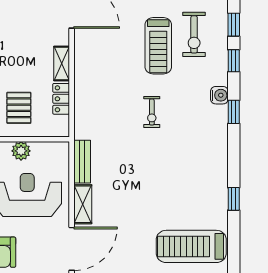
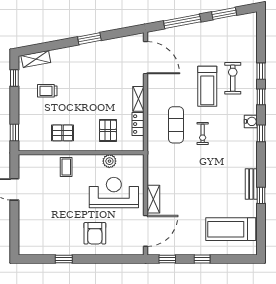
exercise bike: (194, 34) -> (233, 78), turned 180
exercise mat: (114, 100) -> (176, 125), added
bench: (82, 162) -> (251, 184), moved

